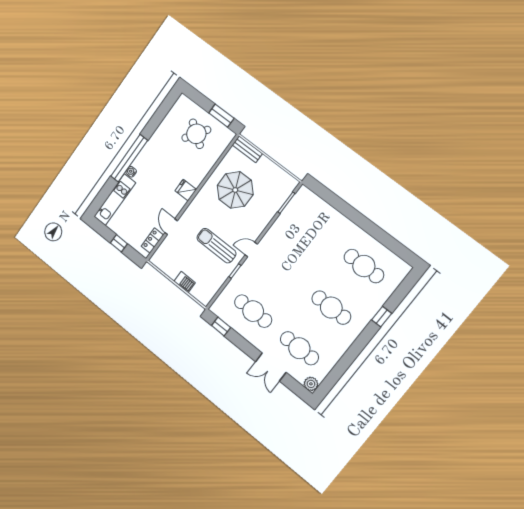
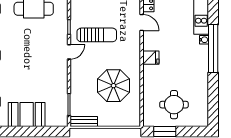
round table: (196, 134) -> (174, 105), turned -35
bench: (247, 149) -> (84, 121), moved
booth: (331, 223) -> (27, 114), added

